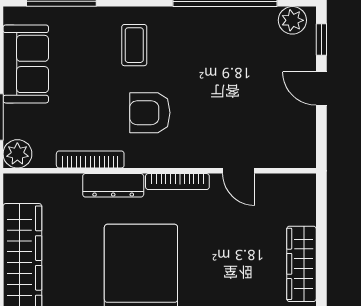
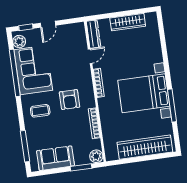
corner sofa: (226, 42) -> (33, 70), added
dresser: (113, 185) -> (93, 34), moved

